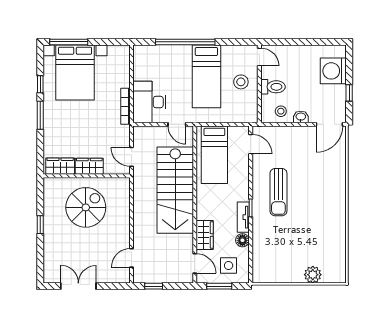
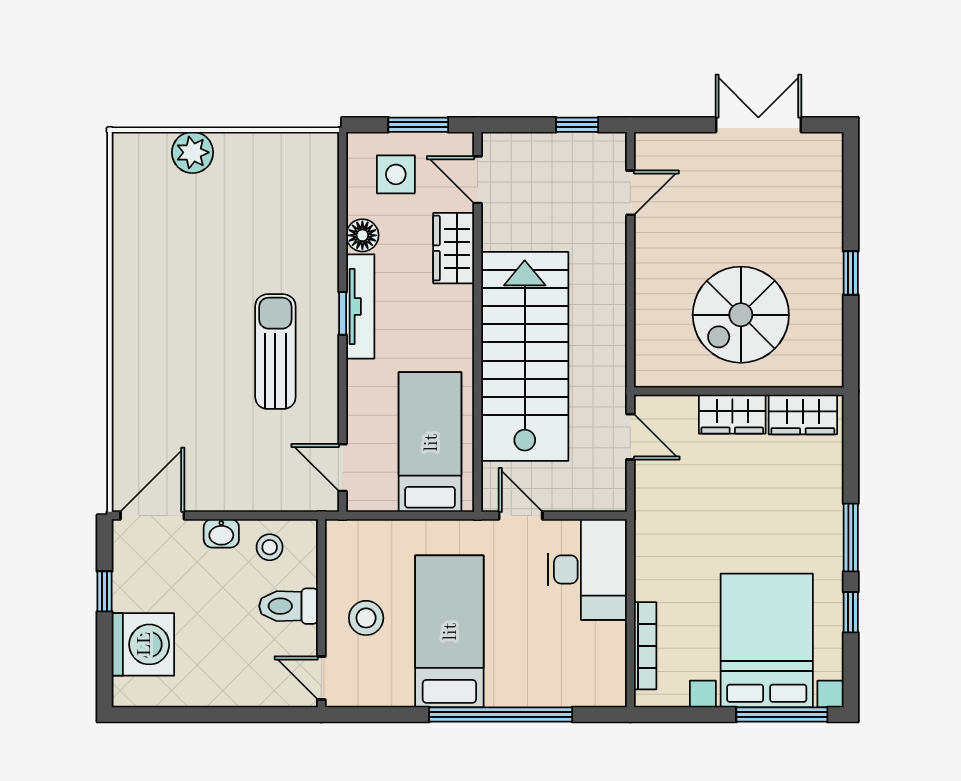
bookcase: (125, 106) -> (645, 646), moved
tv unit: (243, 217) -> (360, 306), width x1.41
double door: (78, 286) -> (758, 125), swing flipped

